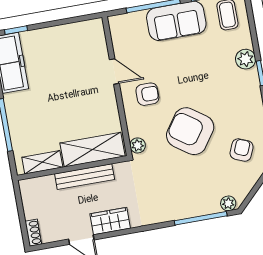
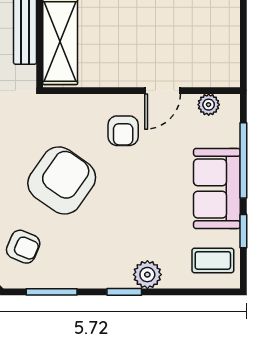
plant: (138, 145) -> (209, 105), moved

